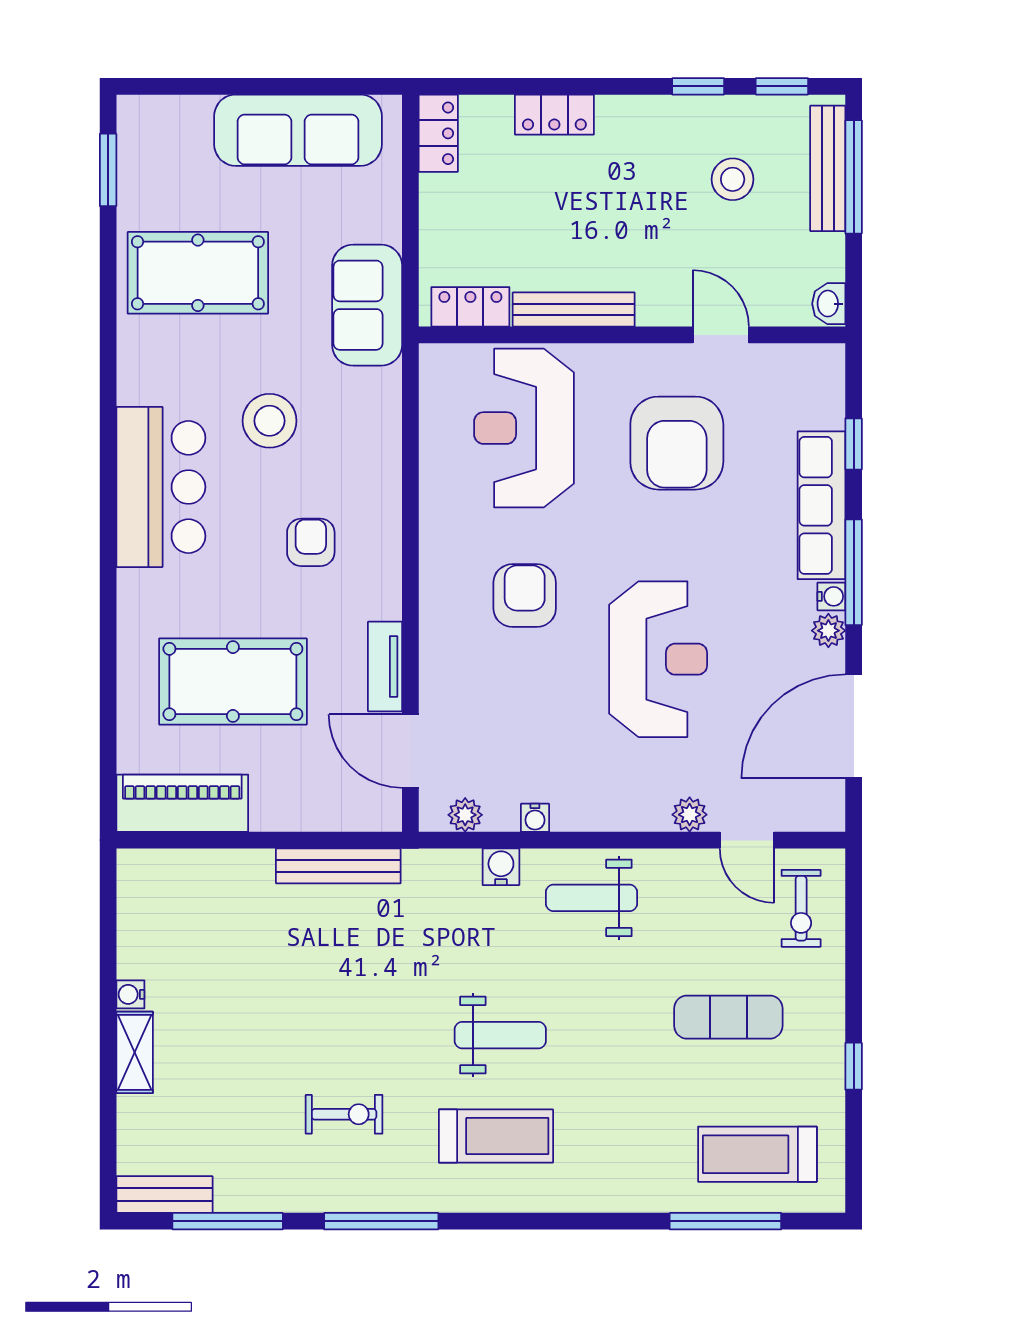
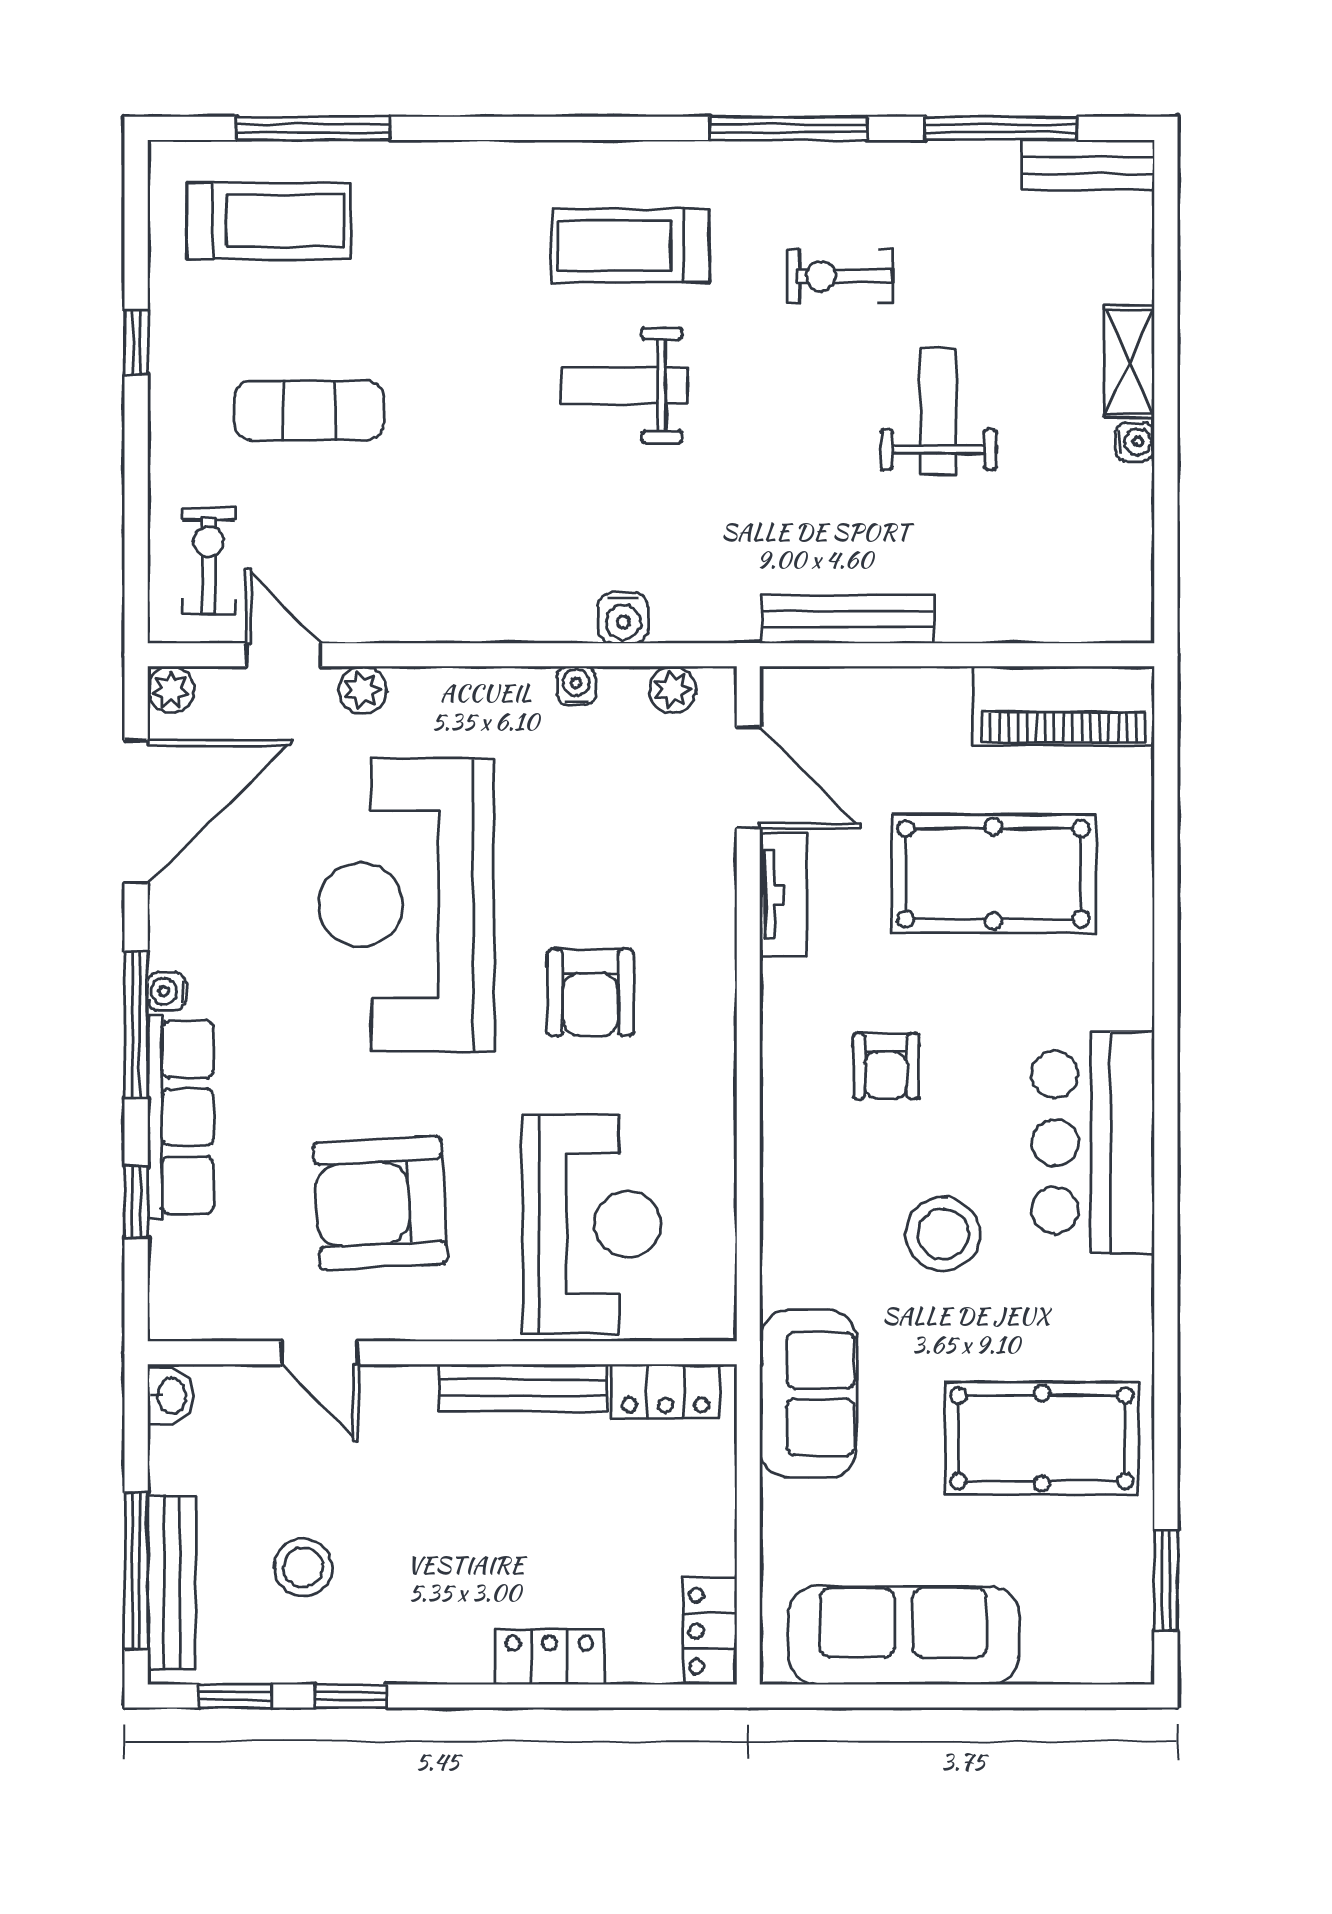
armchair: (677, 443) -> (380, 1203), turned -93
plant: (828, 631) -> (171, 690), moved
reception desk: (658, 659) -> (406, 905), width x1.36, depth x1.30
weight bench: (592, 898) -> (938, 412), moved, turned -90

